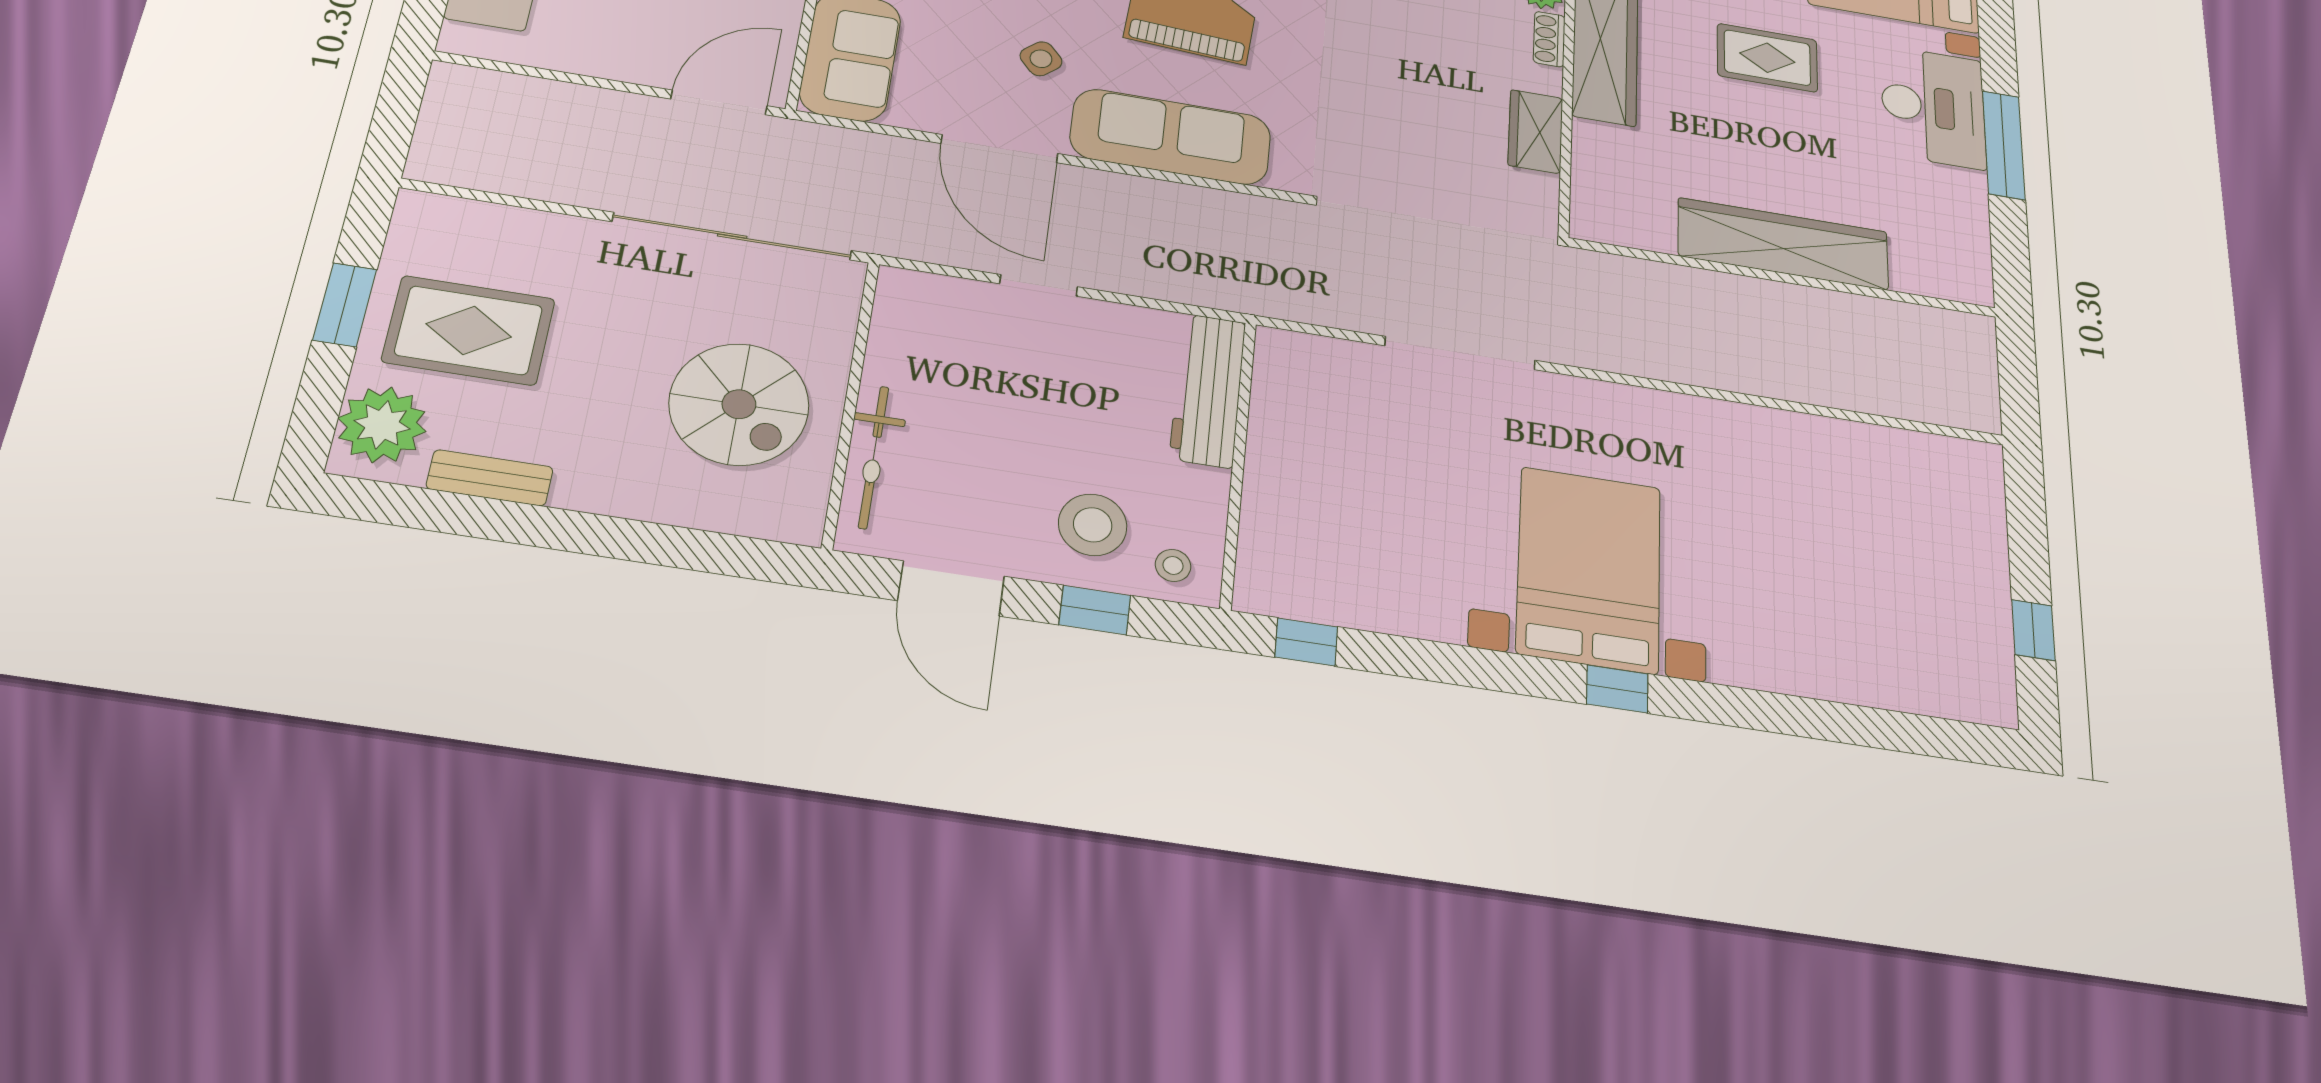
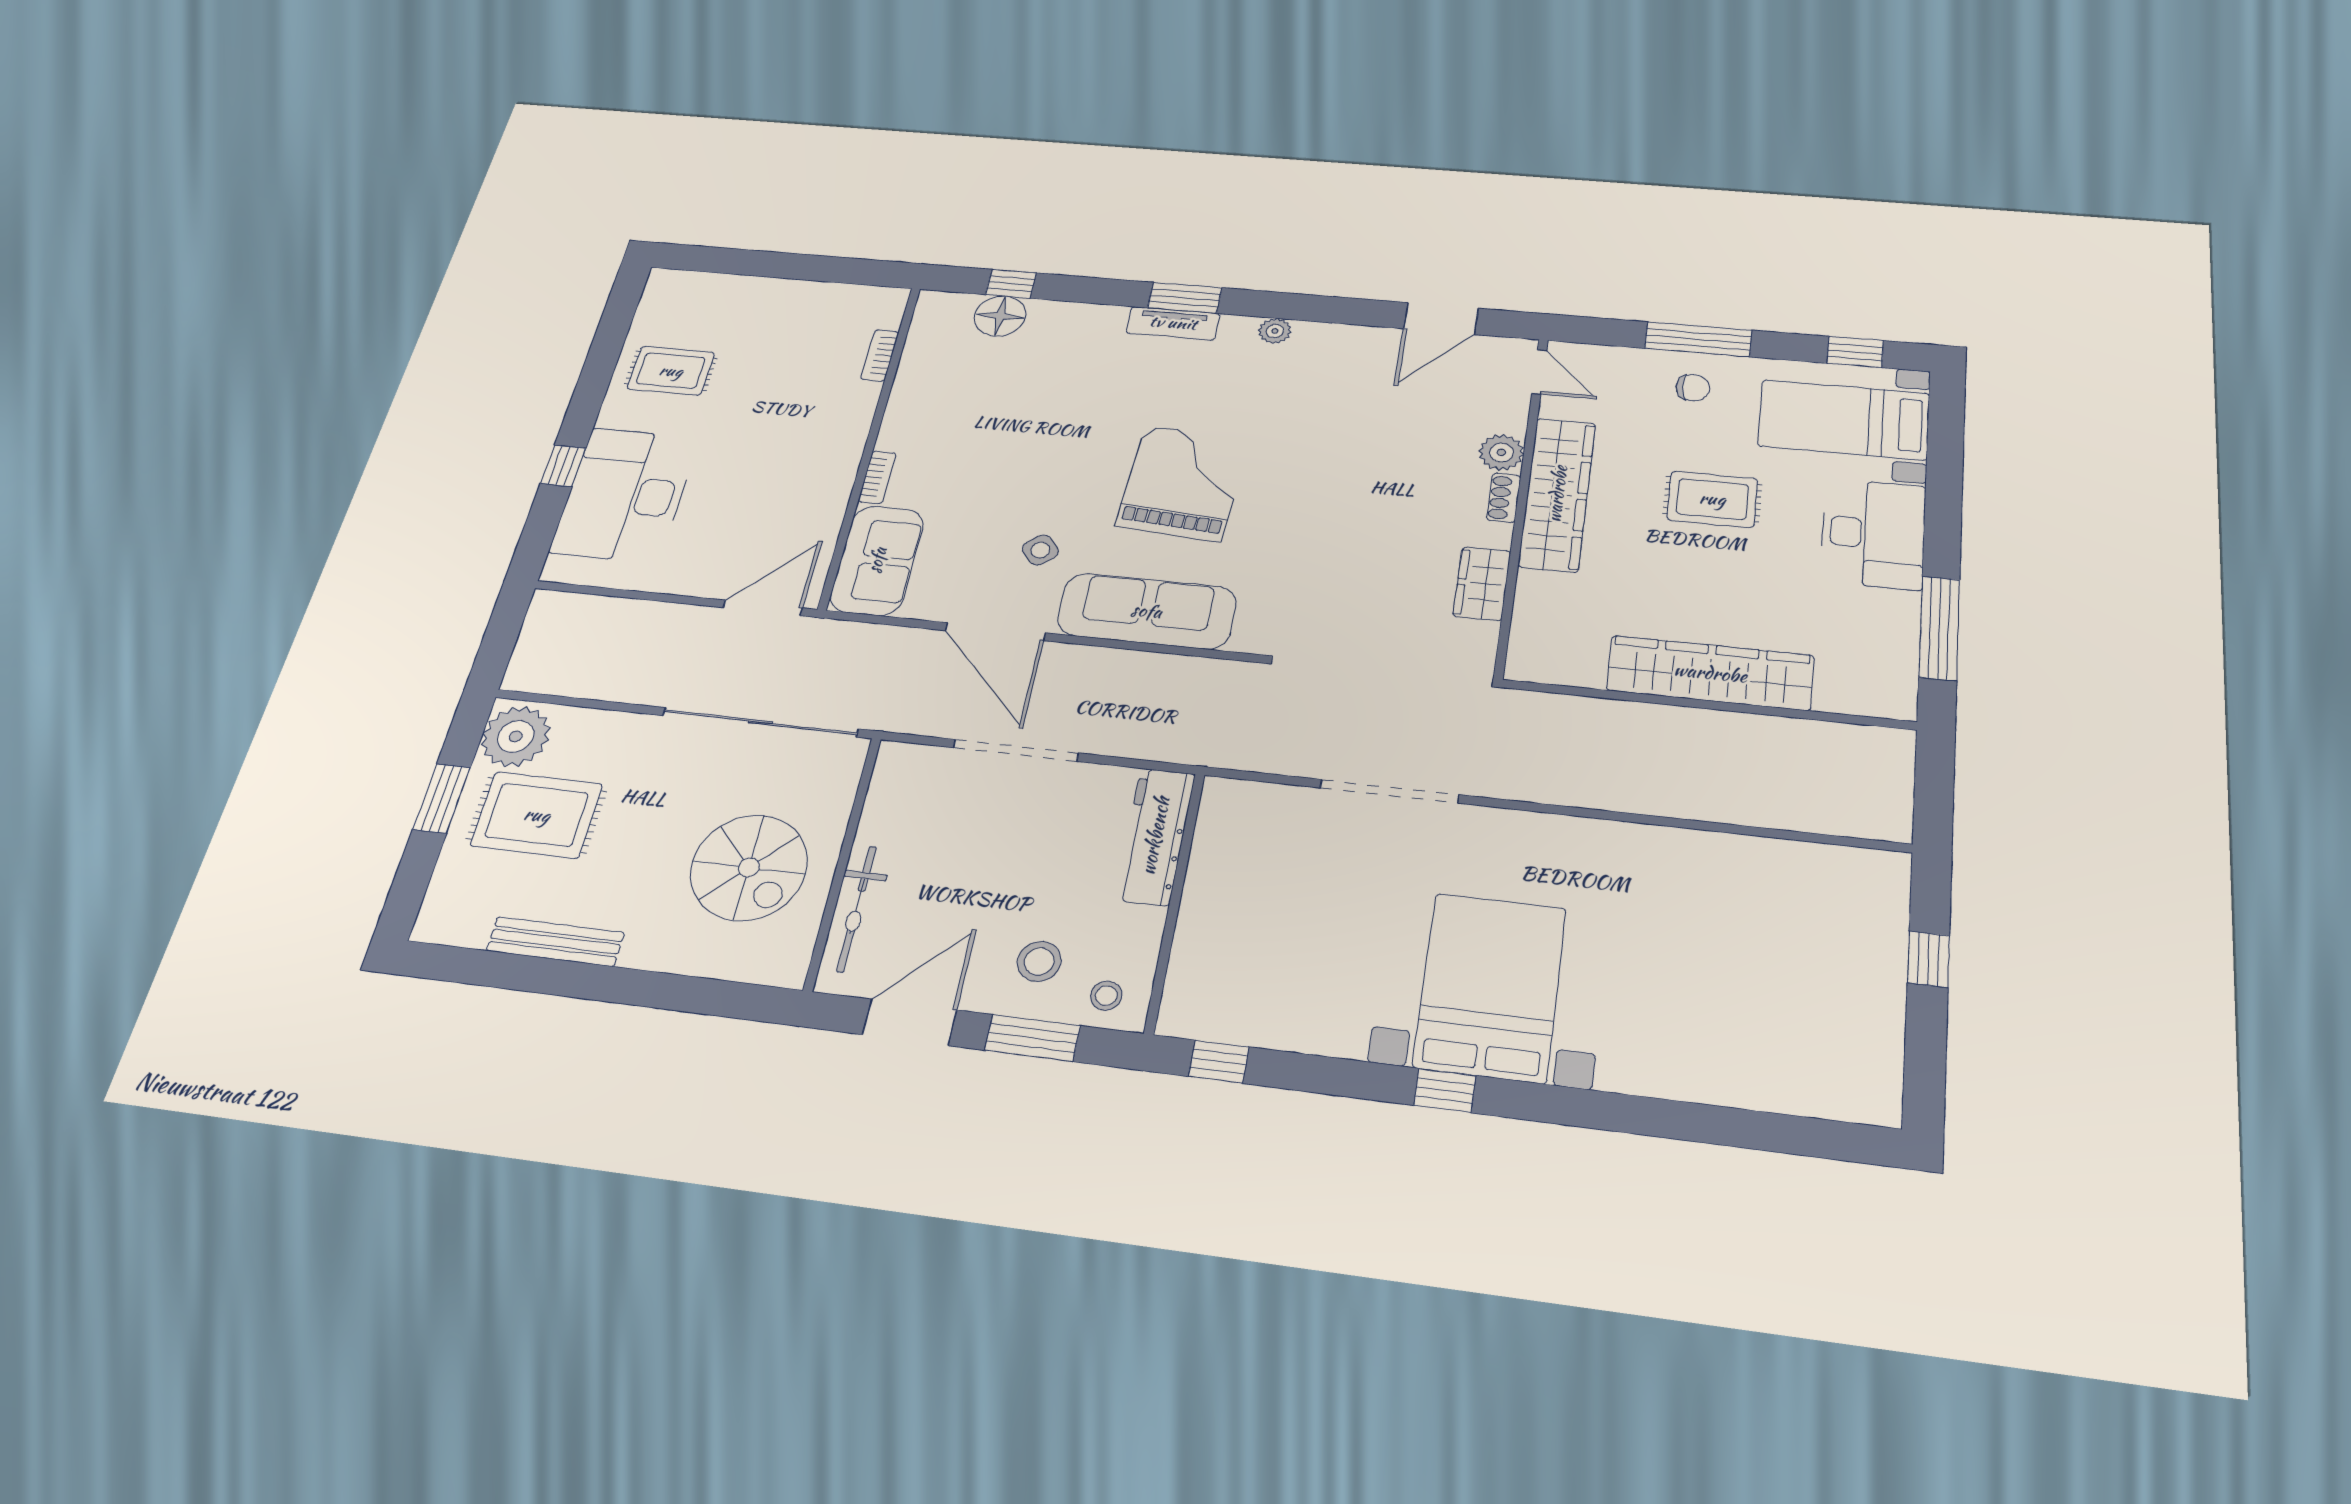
window: (2004, 145) -> (1939, 628), moved
doorway: (1039, 285) -> (1016, 750), width x1.88
plant: (382, 425) -> (516, 736), moved
bench: (490, 478) -> (555, 942), width x1.36
stool: (1093, 525) -> (1039, 961), width x0.73, depth x0.73
door: (951, 588) -> (910, 1022), swing flipped
window: (1095, 610) -> (1032, 1038), width x1.50
window: (2033, 630) -> (1928, 959), moved
window: (1617, 689) -> (1445, 1090), moved

